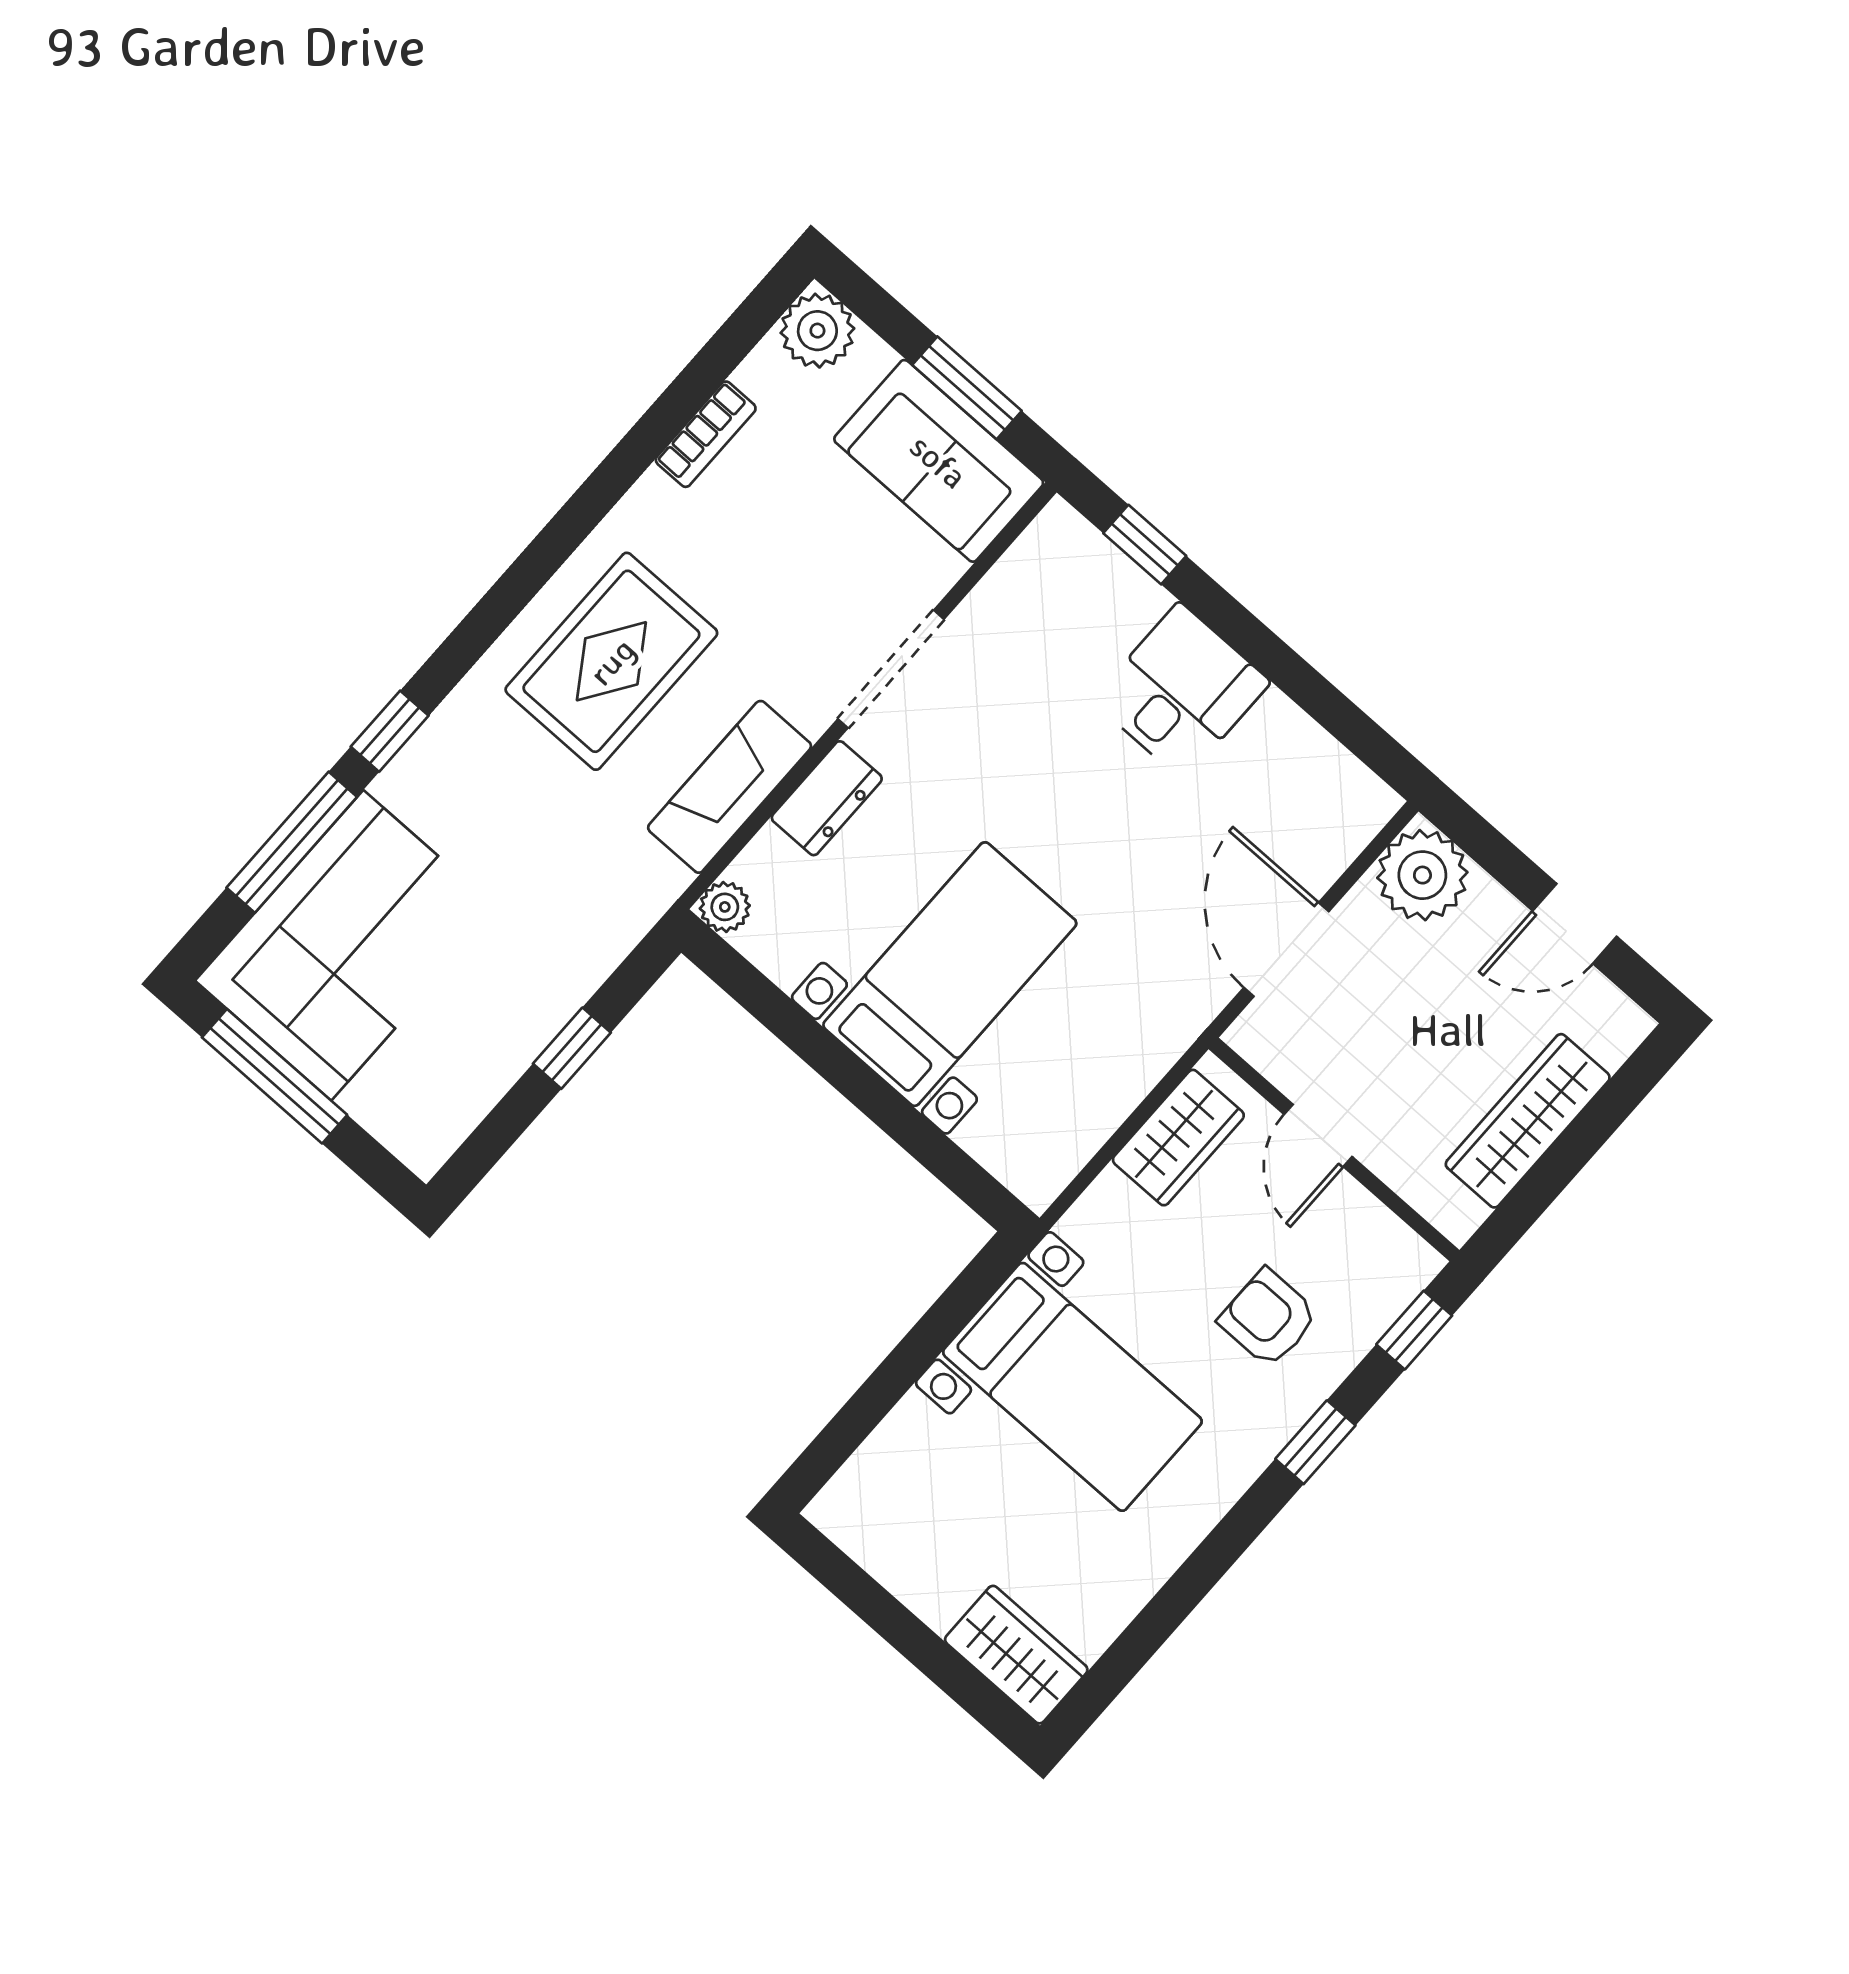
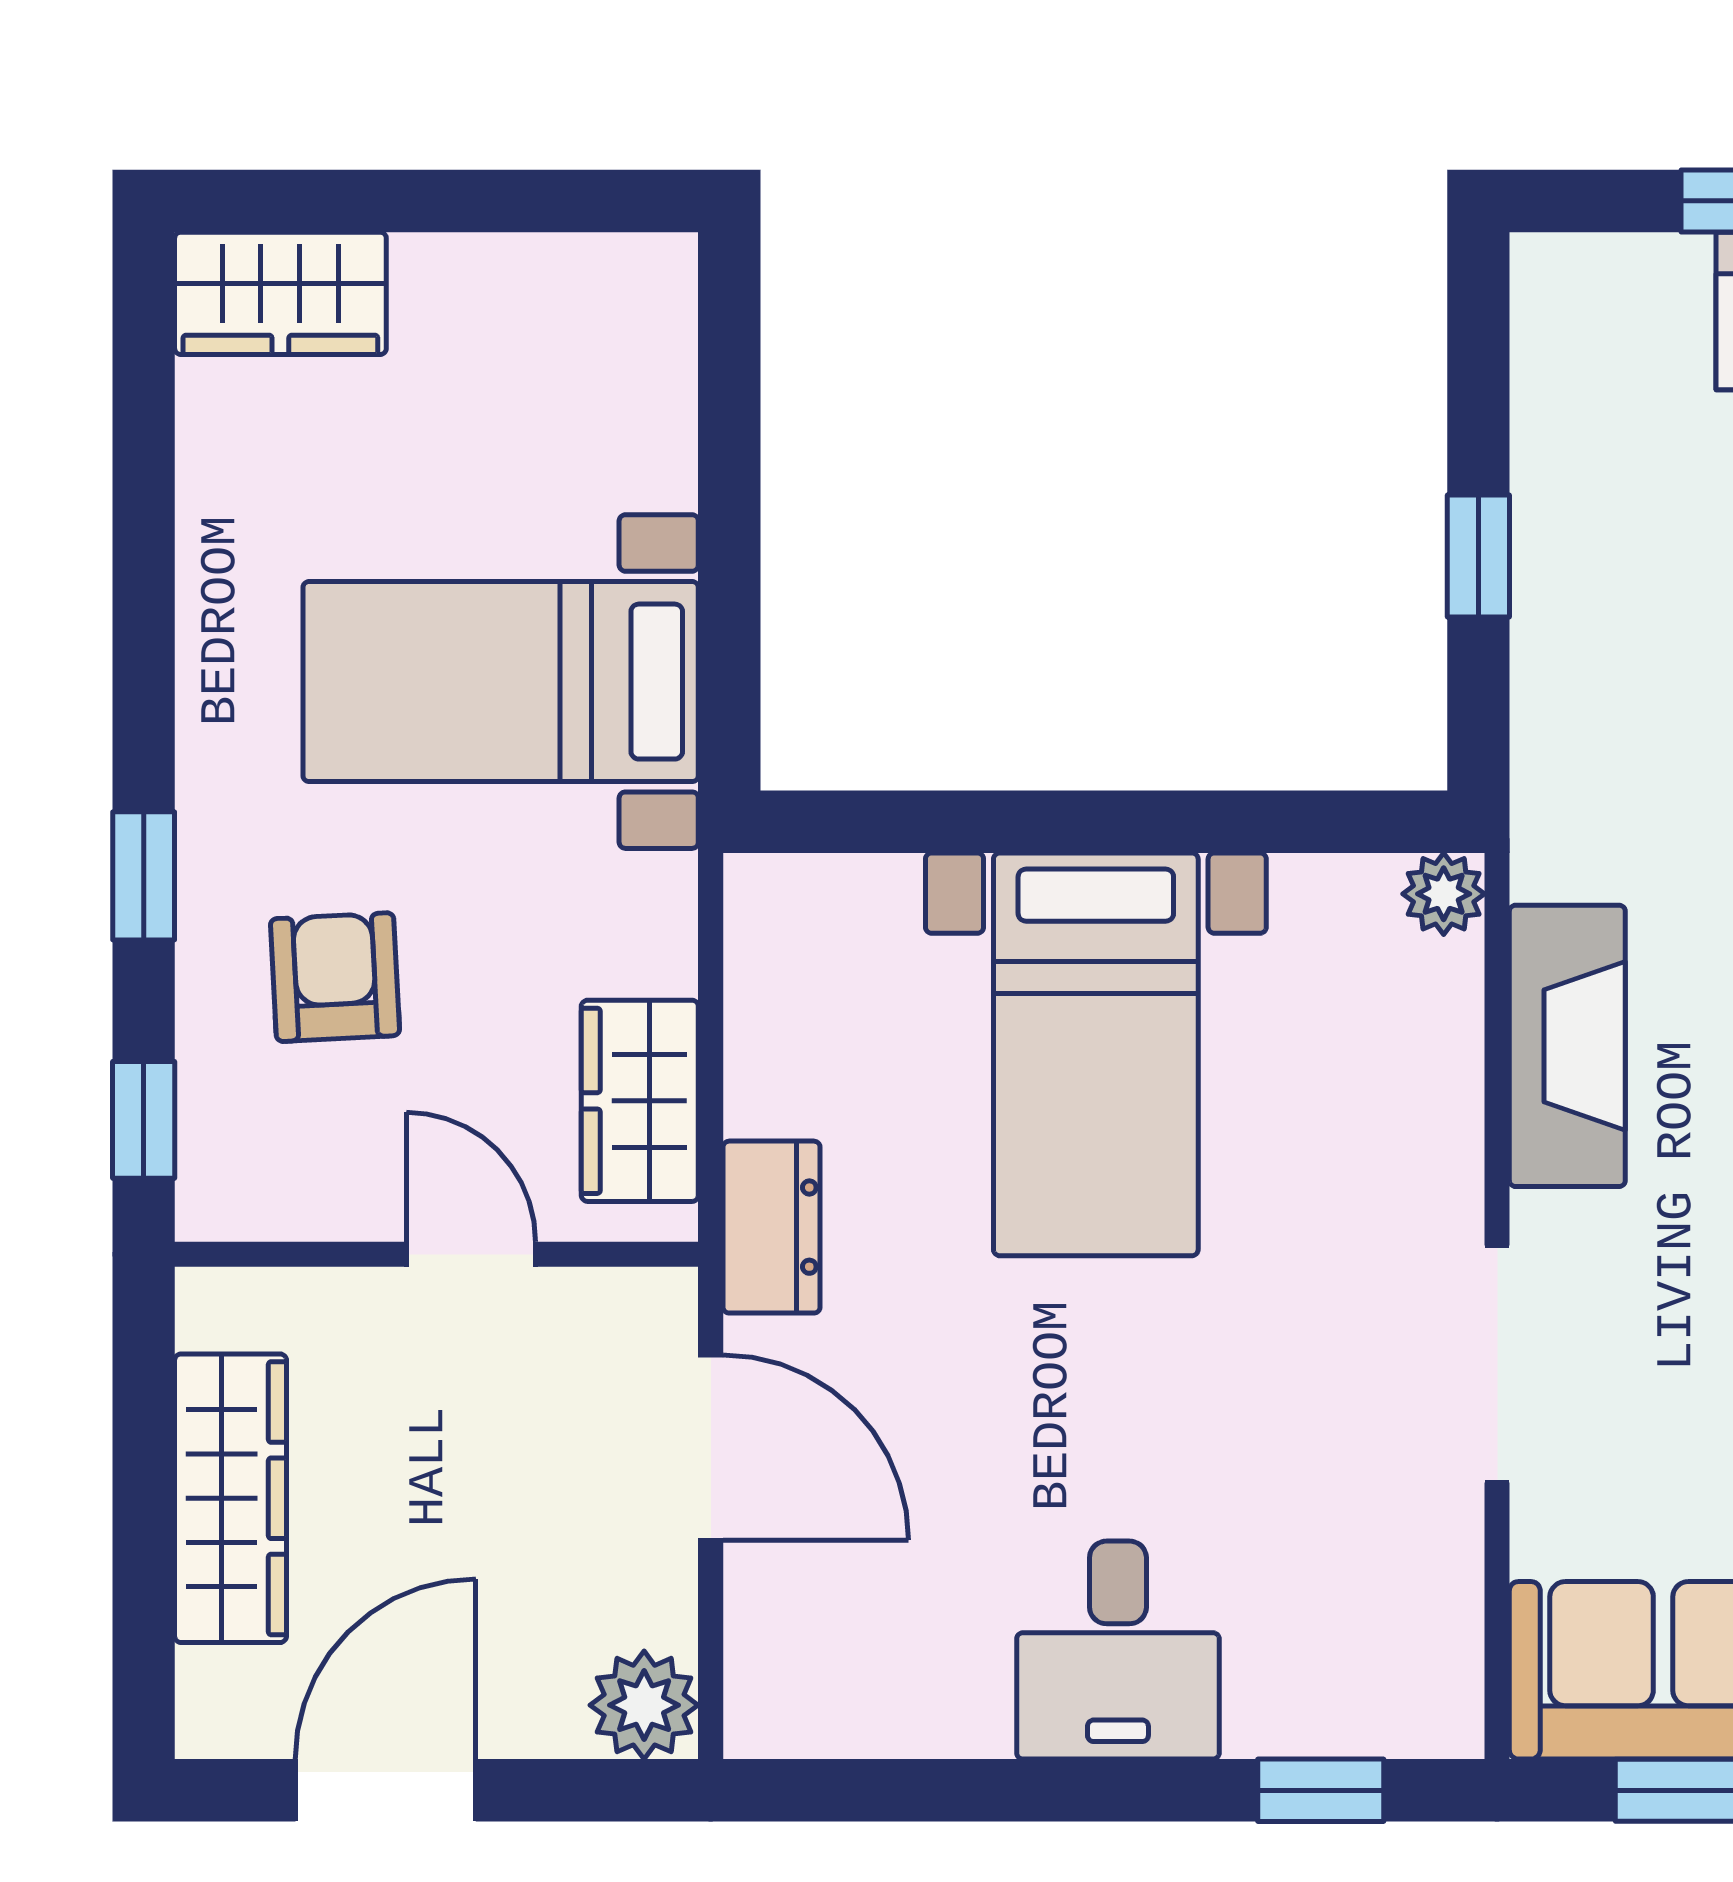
dresser: (827, 798) -> (772, 1227), moved, turned 180
plant: (1422, 875) -> (644, 1705), width x0.73, depth x0.73
door: (1575, 924) -> (386, 1790), width x1.38
armchair: (1268, 1318) -> (335, 977), turned -93

